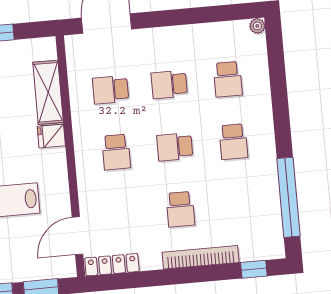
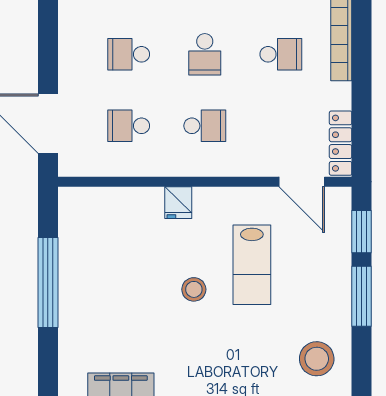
school desk: (169, 84) -> (129, 54), turned 90
school desk: (111, 90) -> (129, 126), turned 90
shelving: (48, 92) -> (125, 202), removed

